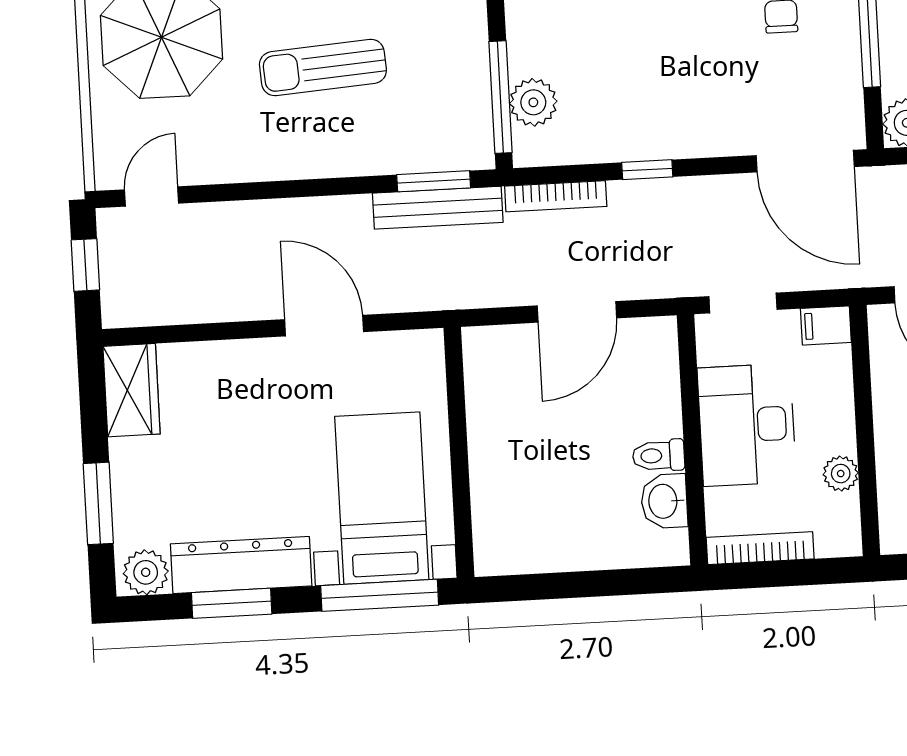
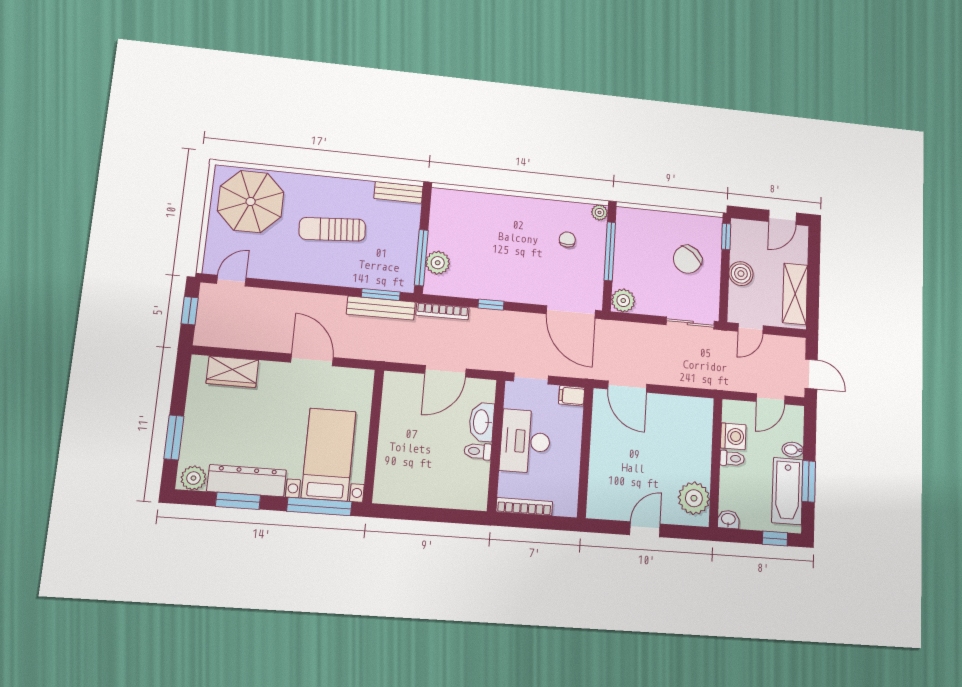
wardrobe: (131, 390) -> (232, 372), moved, turned 90
plant: (841, 474) -> (570, 473), removed
washbasin: (664, 501) -> (482, 422), moved, width x1.38

